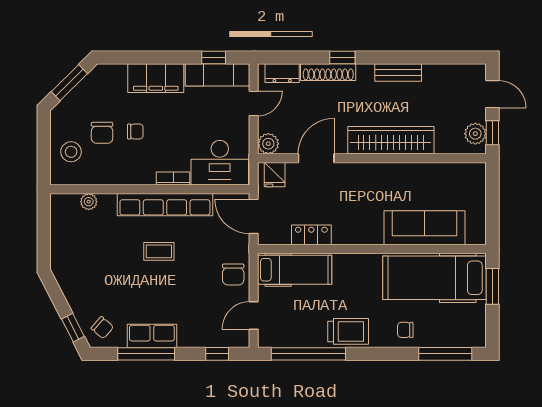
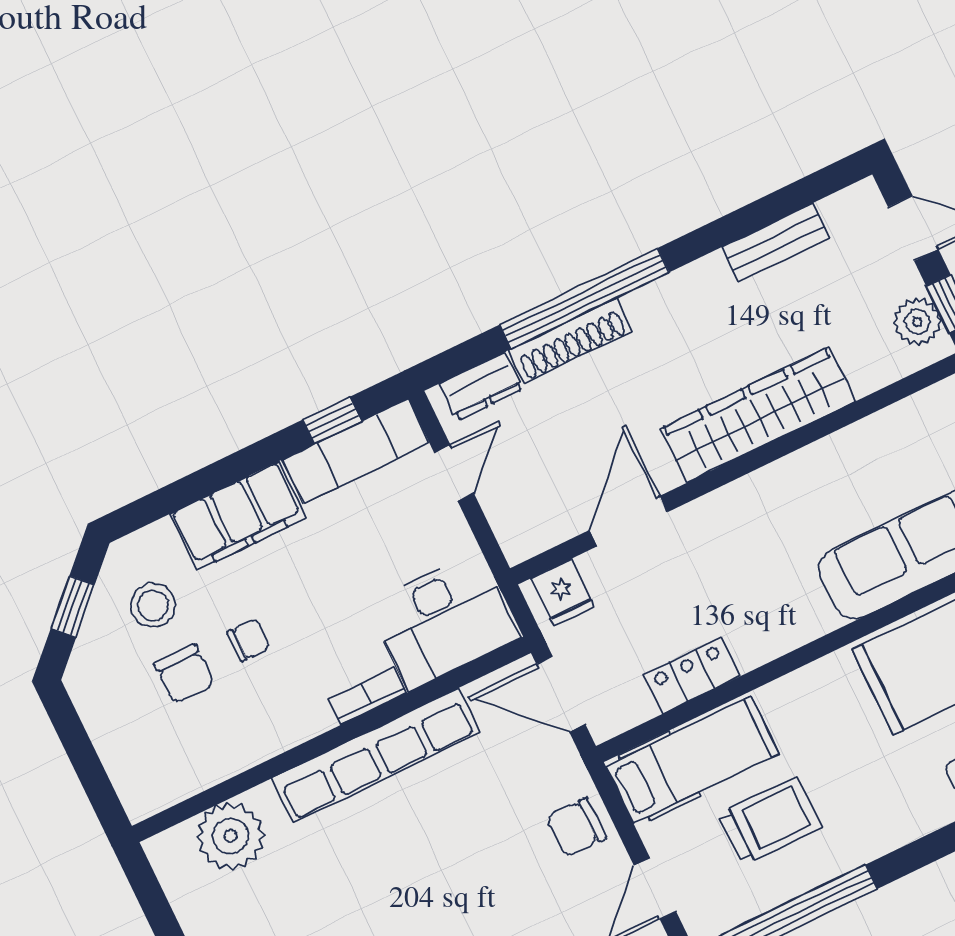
window: (342, 58) -> (584, 298), width x3.17
bench: (398, 73) -> (776, 243), moved
window: (69, 83) -> (73, 607), width x0.67
plant: (268, 144) -> (521, 538), removed
stool: (71, 152) -> (153, 605), moved
plant: (89, 202) -> (230, 836), width x1.88, depth x1.88
coffee table: (159, 251) -> (408, 853), removed
chair: (233, 274) -> (576, 827), turned 90
trolley: (348, 331) -> (770, 821), moved

